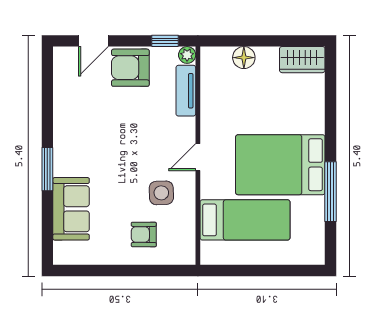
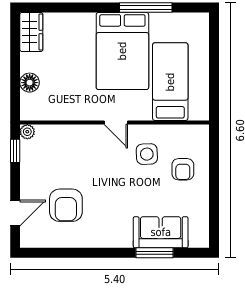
door: (93, 41) -> (15, 213), hinge flipped
armchair: (130, 68) -> (66, 205), moved
tv unit: (186, 91) -> (58, 133), removed
window: (47, 169) -> (154, 253), moved

